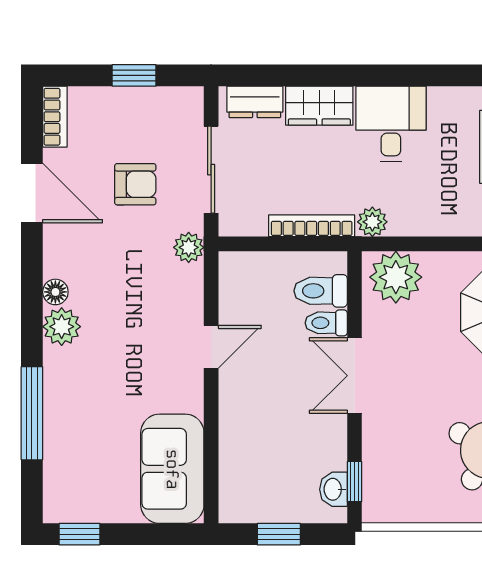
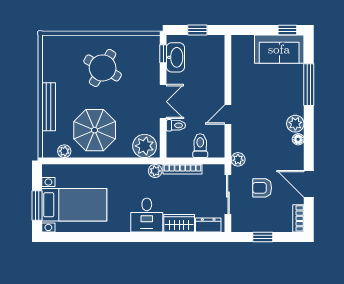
toilet: (321, 291) -> (200, 146), moved, turned -90
sofa: (172, 469) -> (279, 49), moved, turned 90
washbasin: (334, 489) -> (175, 57), width x1.91, depth x1.45

